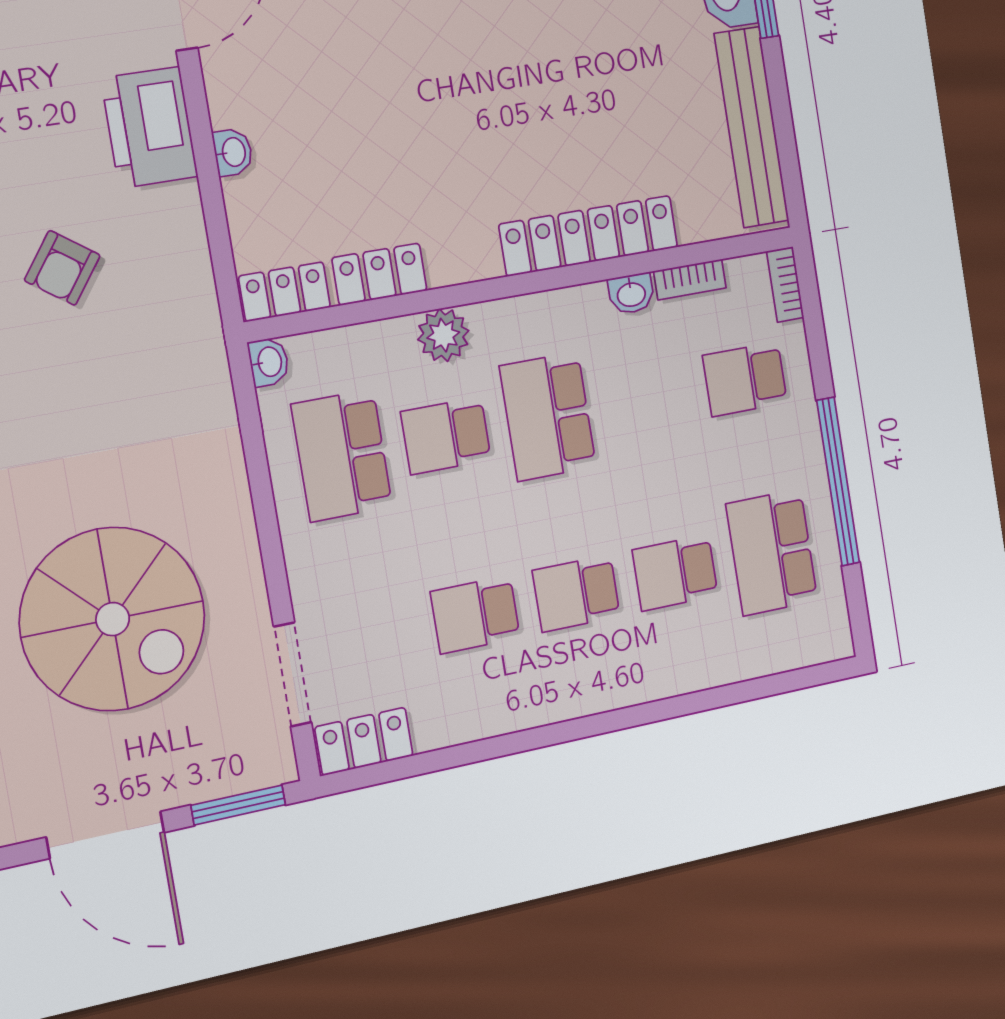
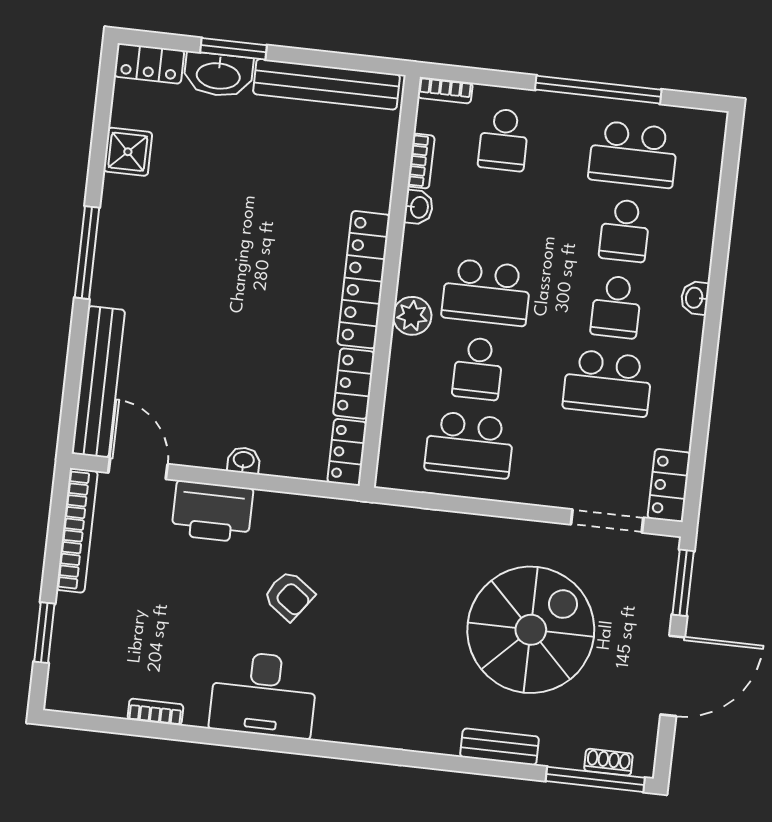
locker: (589, 236) -> (364, 280), moved
plant: (443, 335) -> (412, 316), moved
washbasin: (269, 362) -> (695, 298), moved, turned -90
school desk: (475, 615) -> (608, 383), width x1.85

